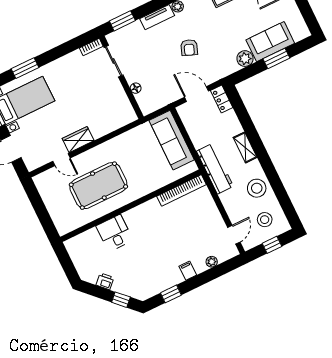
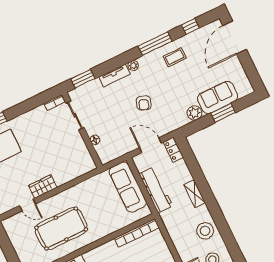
workbench: (215, 169) -> (156, 190), moved

